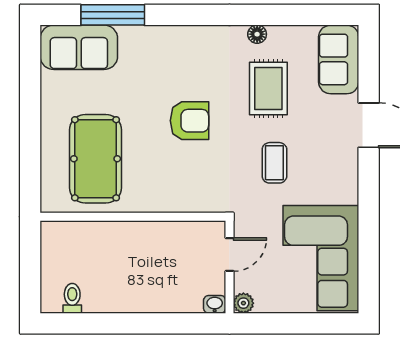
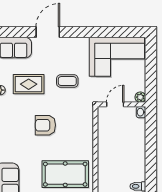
armchair: (190, 121) -> (45, 125), turned -90
door: (229, 255) -> (115, 104), hinge flipped

